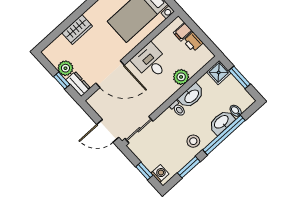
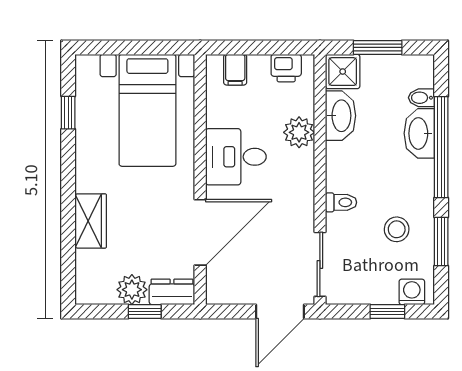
printer: (193, 42) -> (286, 68), moved
washbasin: (191, 96) -> (341, 116), moved
toilet: (178, 109) -> (341, 202), moved
stool: (193, 141) -> (397, 229), moved

